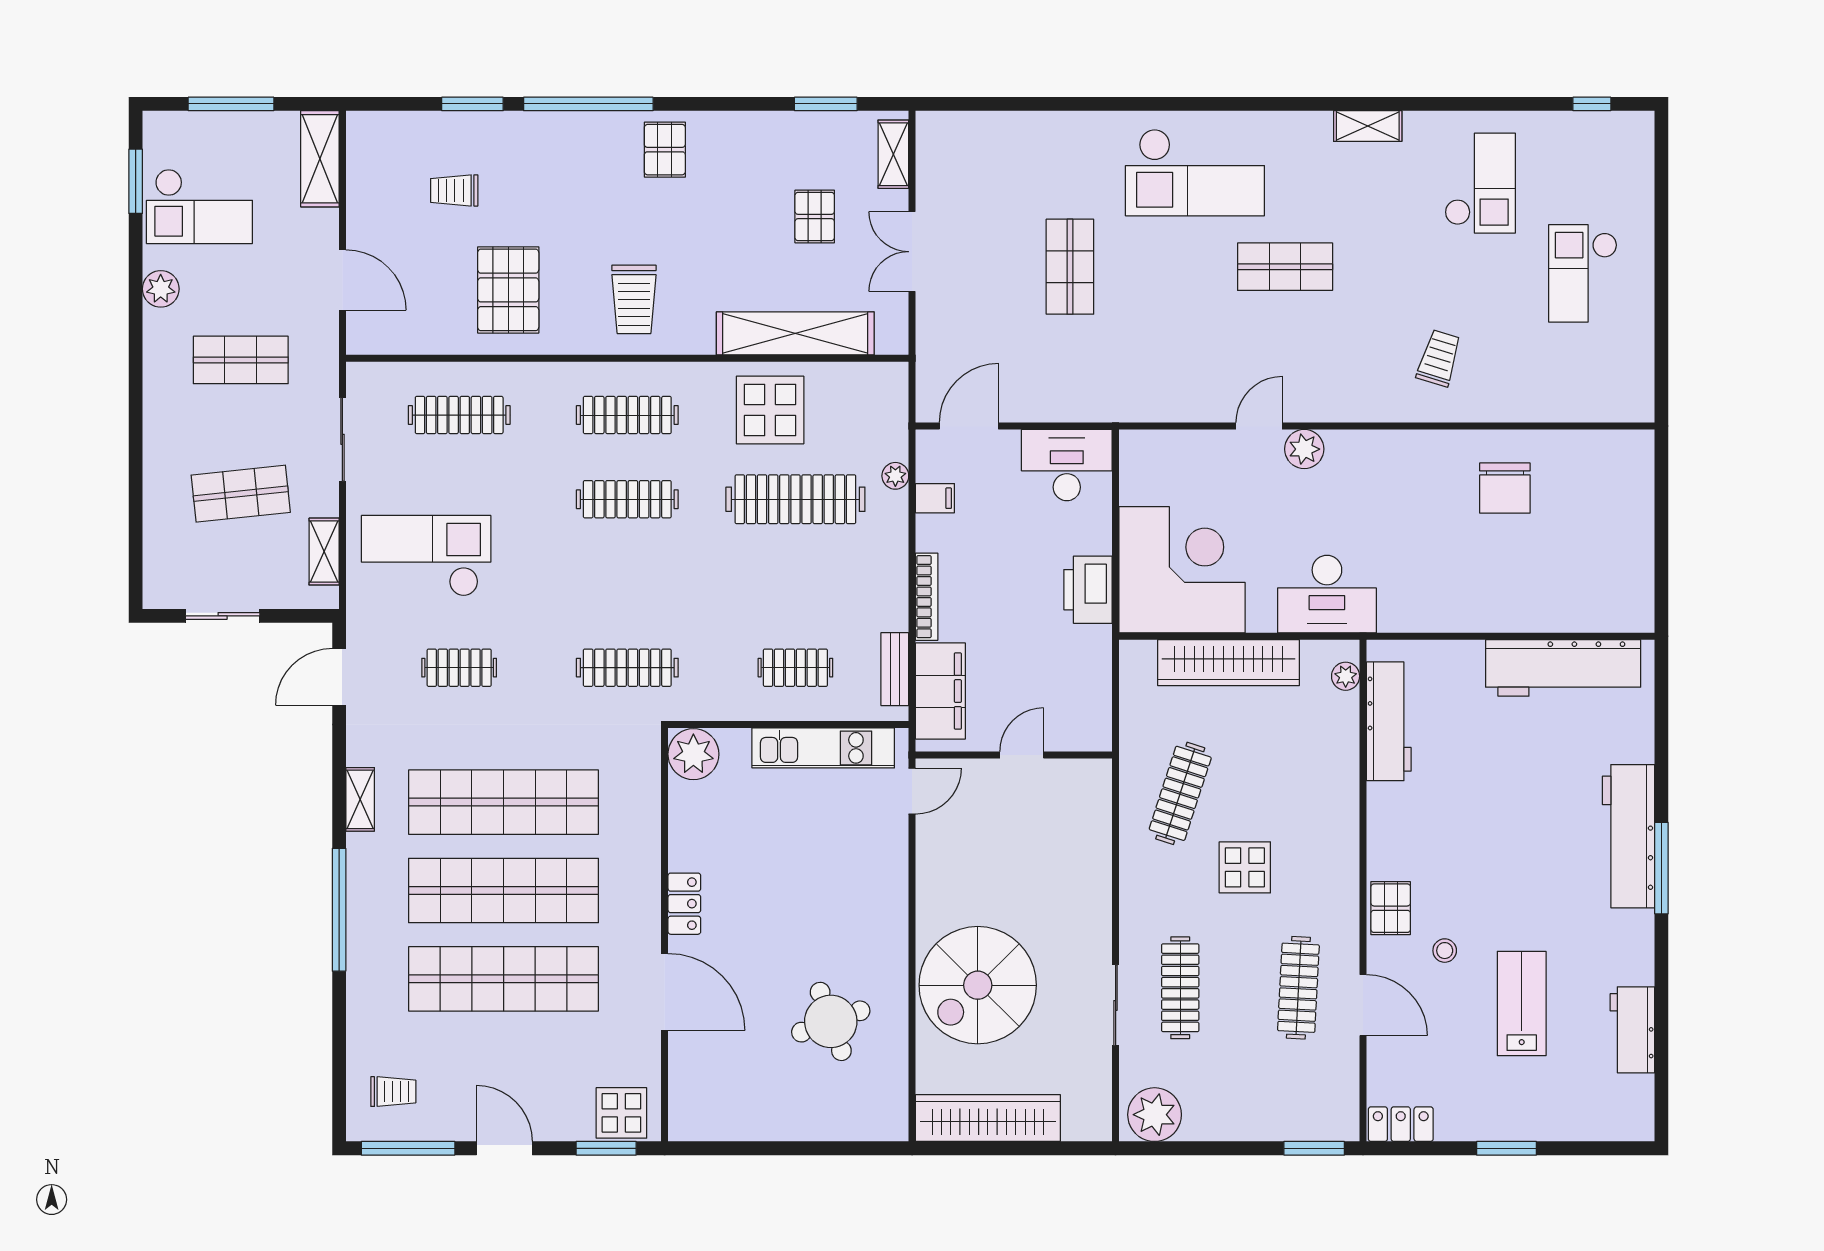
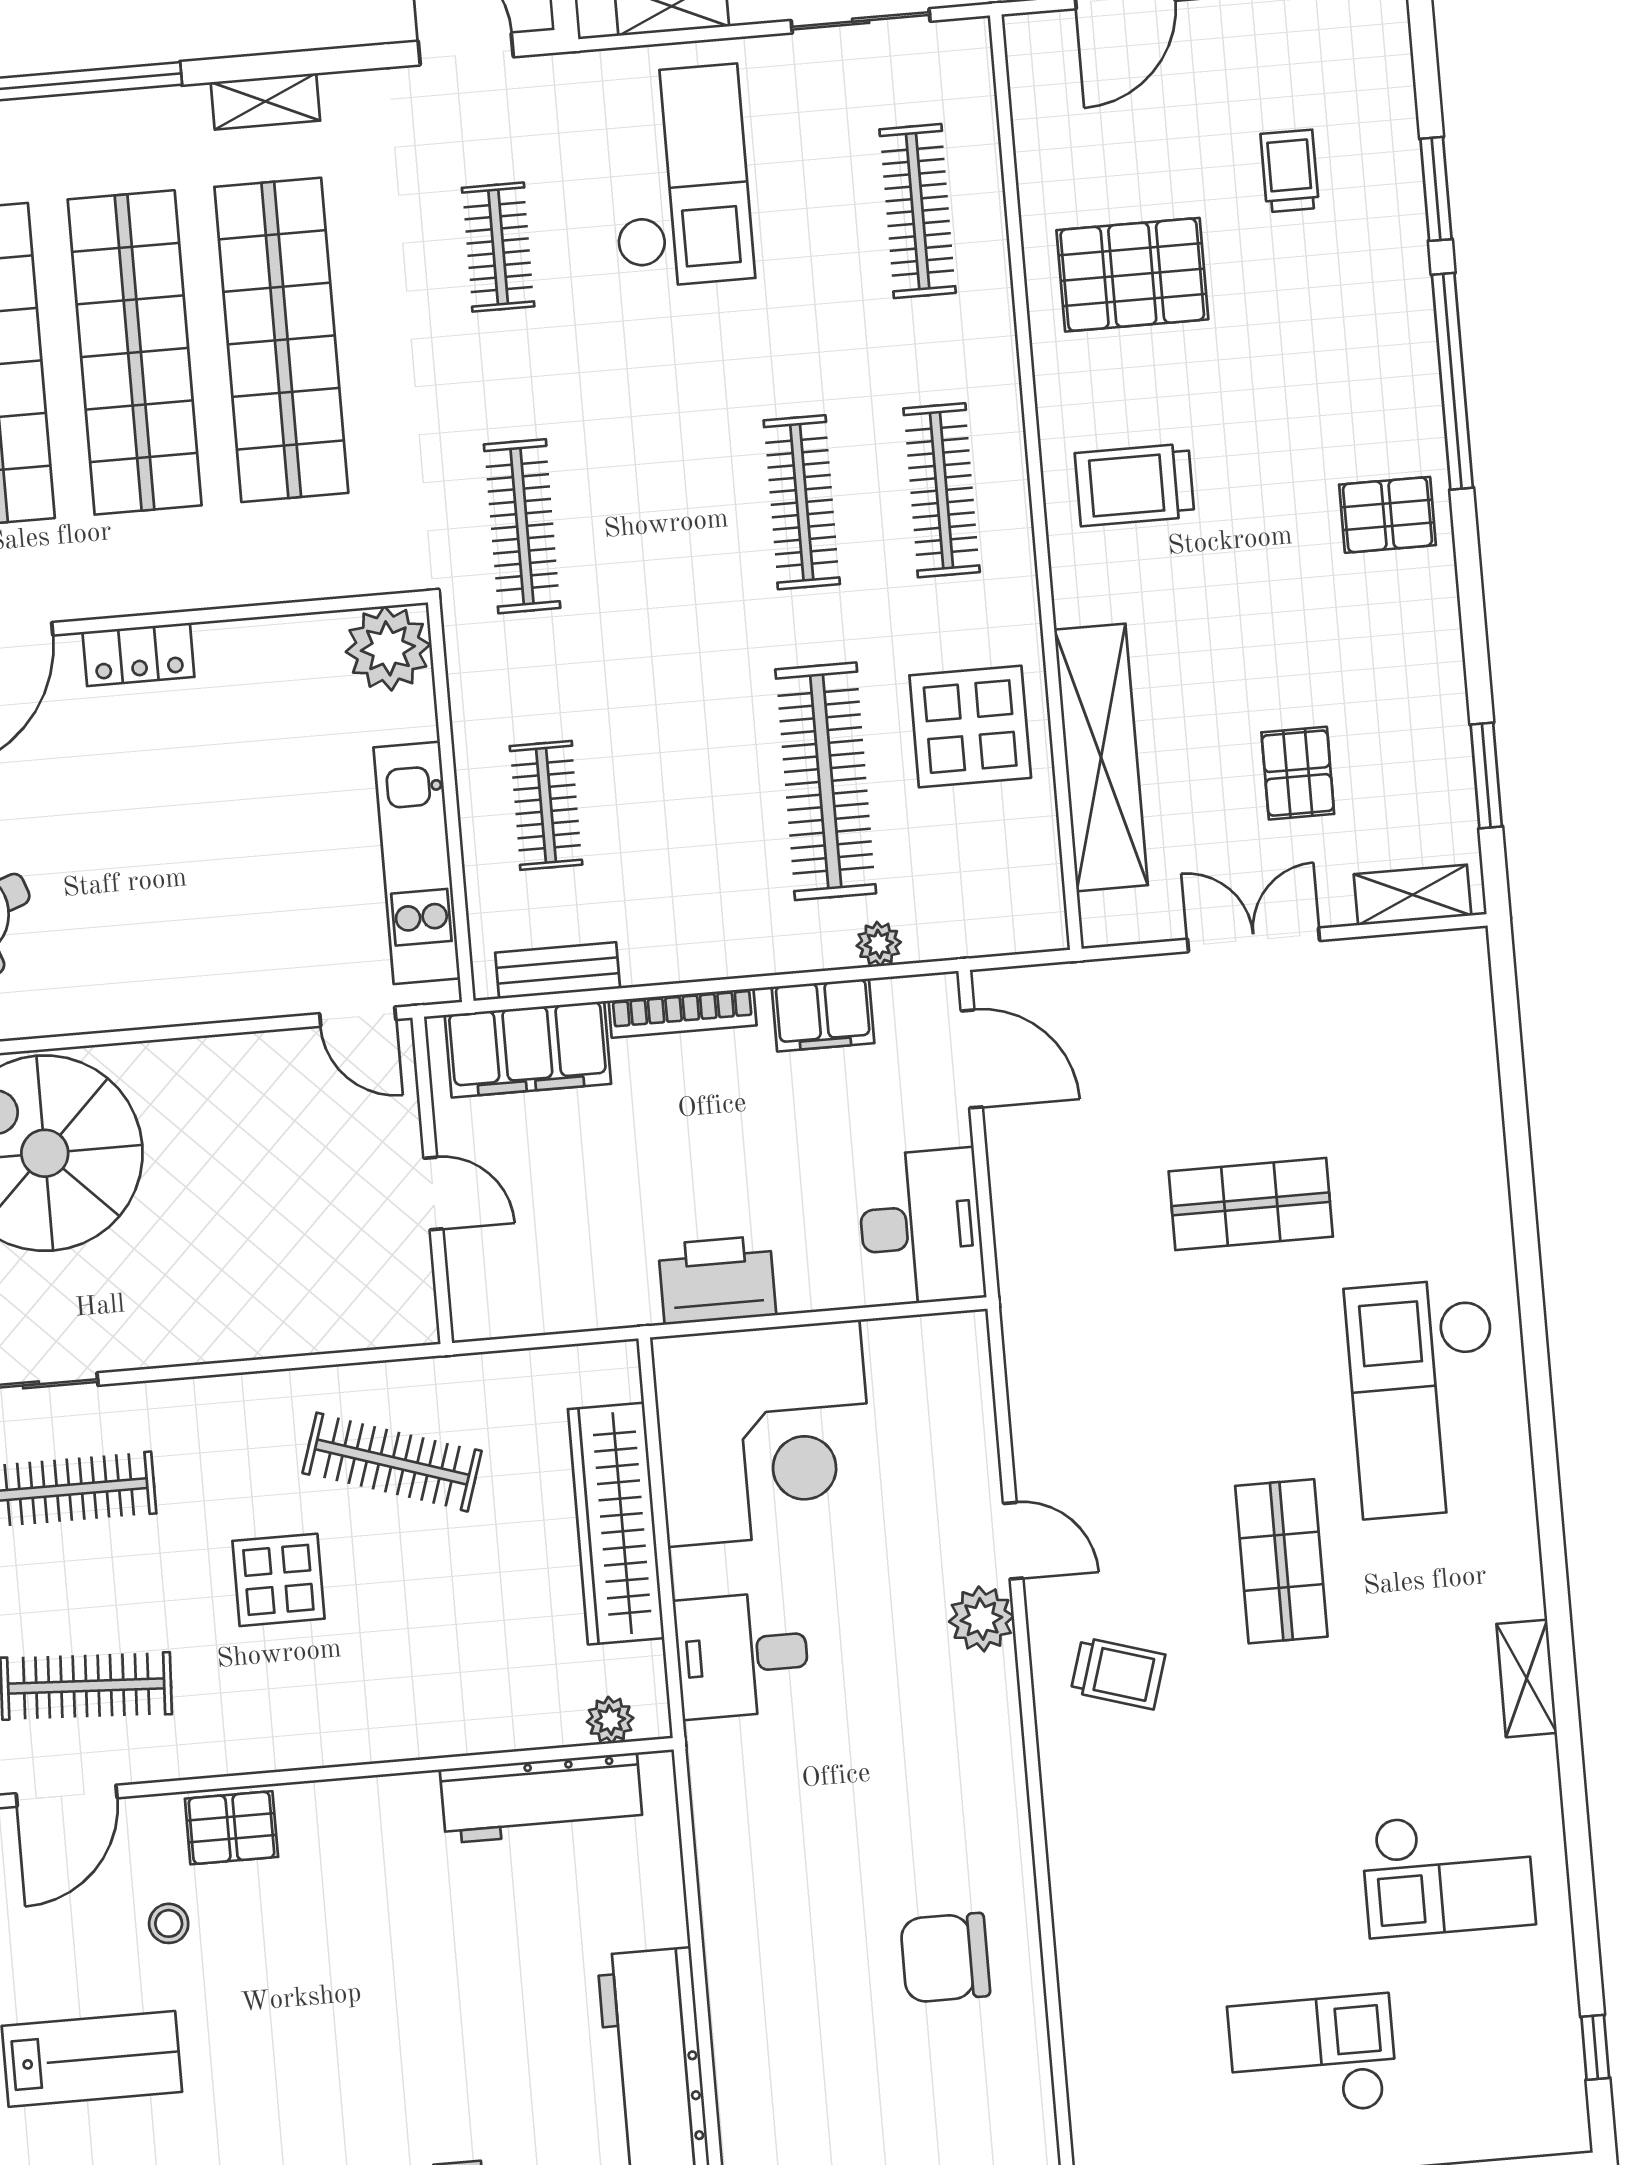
pallet: (815, 217) -> (1298, 773), turned 90
trolley: (1439, 358) -> (1118, 1673), moved
filing cabinet: (935, 498) -> (823, 1015), width x2.00
desk: (1327, 594) -> (742, 1655), width x0.73

